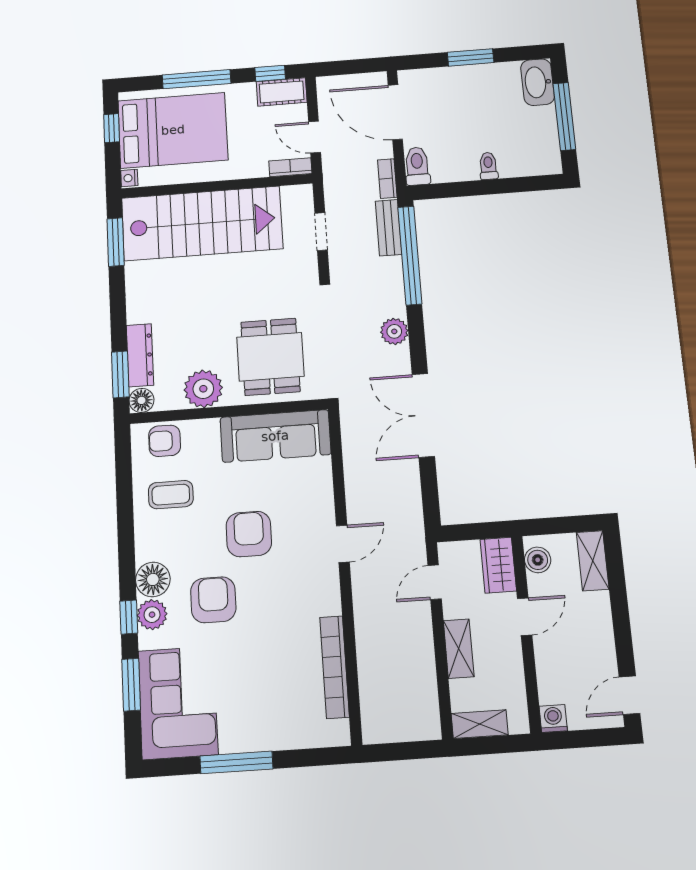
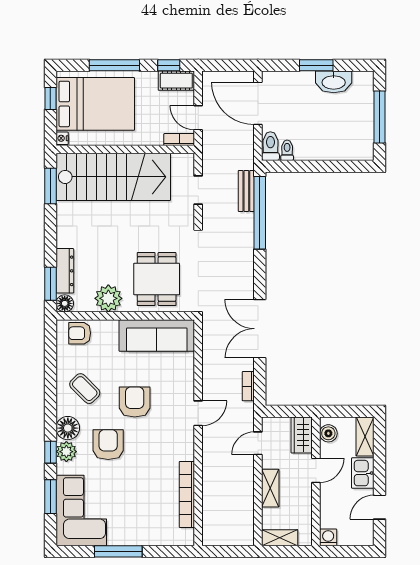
washbasin: (538, 82) -> (334, 82), moved, turned -90
toilet: (488, 166) -> (287, 150), moved
bookcase: (387, 179) -> (248, 386), moved
plant: (394, 331) -> (244, 267), removed
coffee table: (171, 495) -> (85, 389), moved, turned 45
kitchen sink: (595, 616) -> (363, 473), added
door: (629, 695) -> (380, 507), moved

